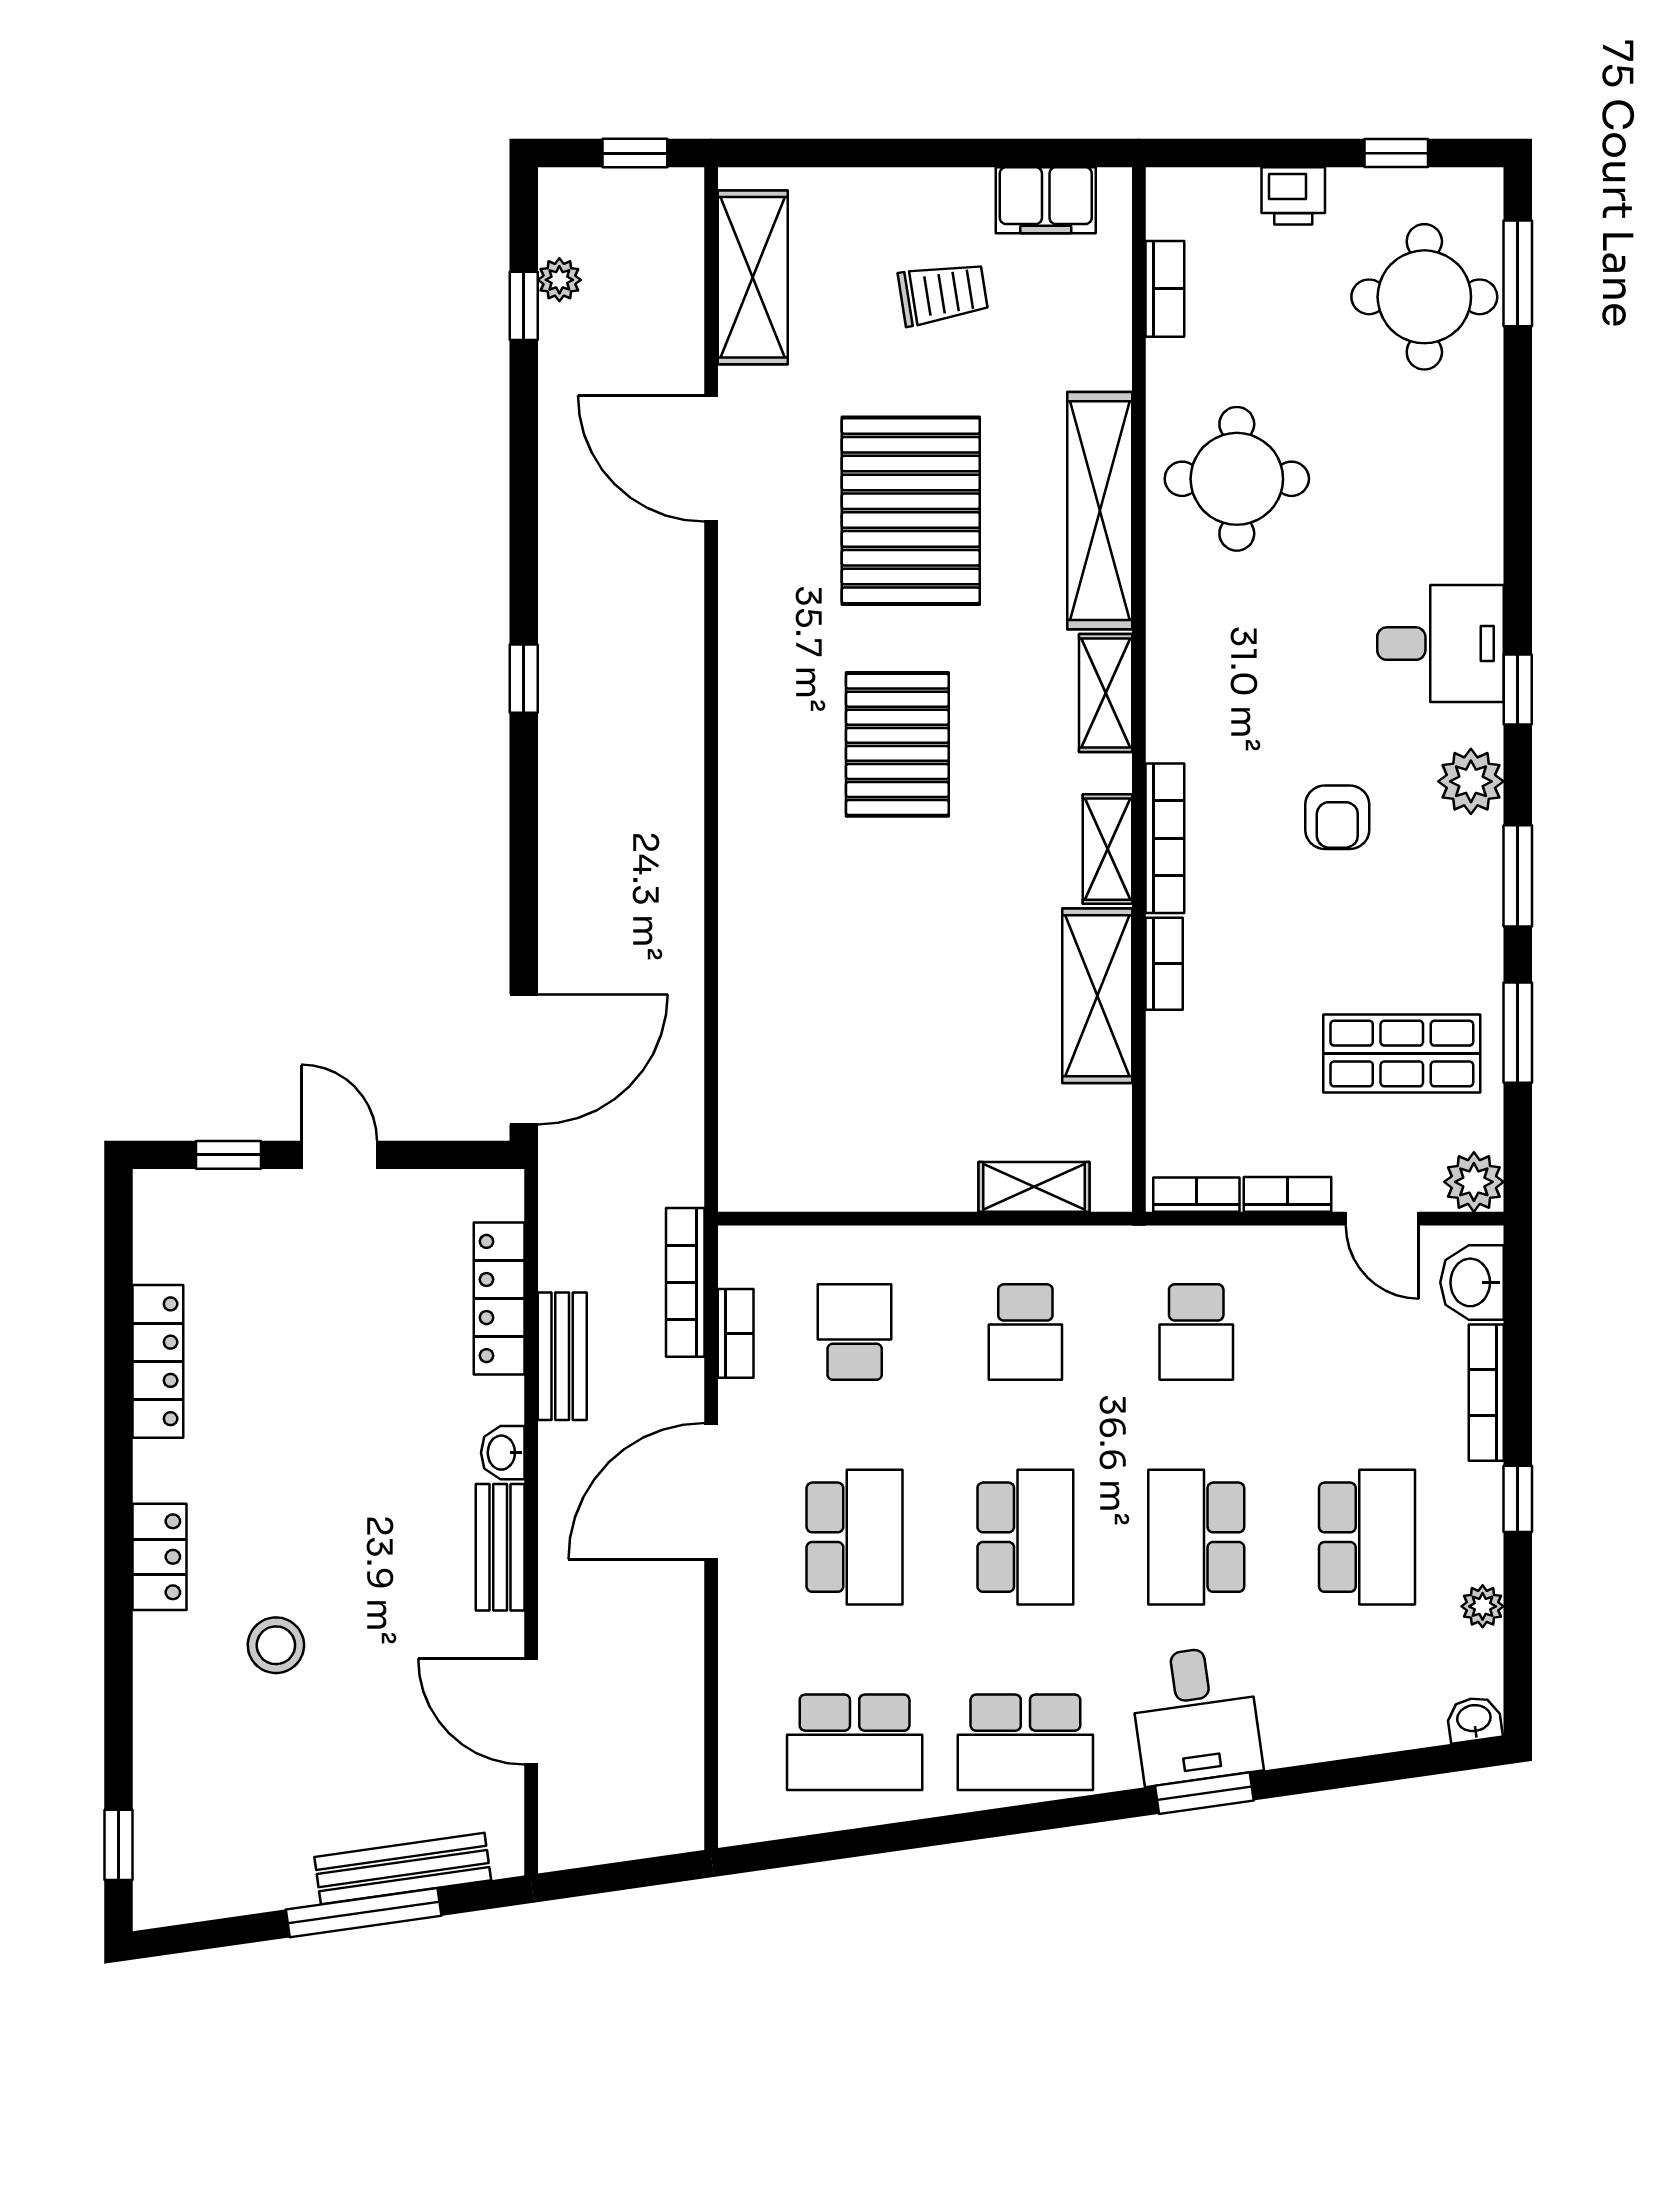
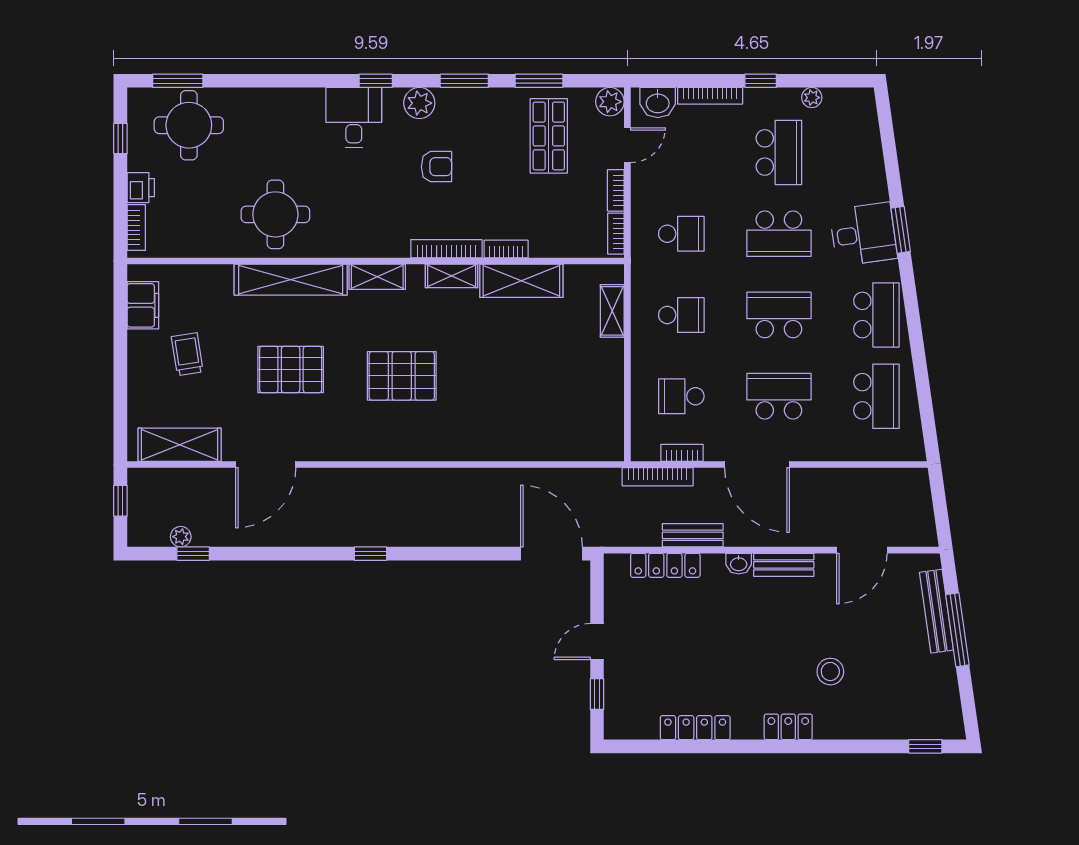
bookcase: (1165, 289) -> (136, 228), moved, turned 90
pallet: (911, 511) -> (291, 369), width x0.73, depth x0.71
school desk: (1367, 1537) -> (779, 152), turned 90
washbasin: (1474, 1719) -> (866, 102), removed

